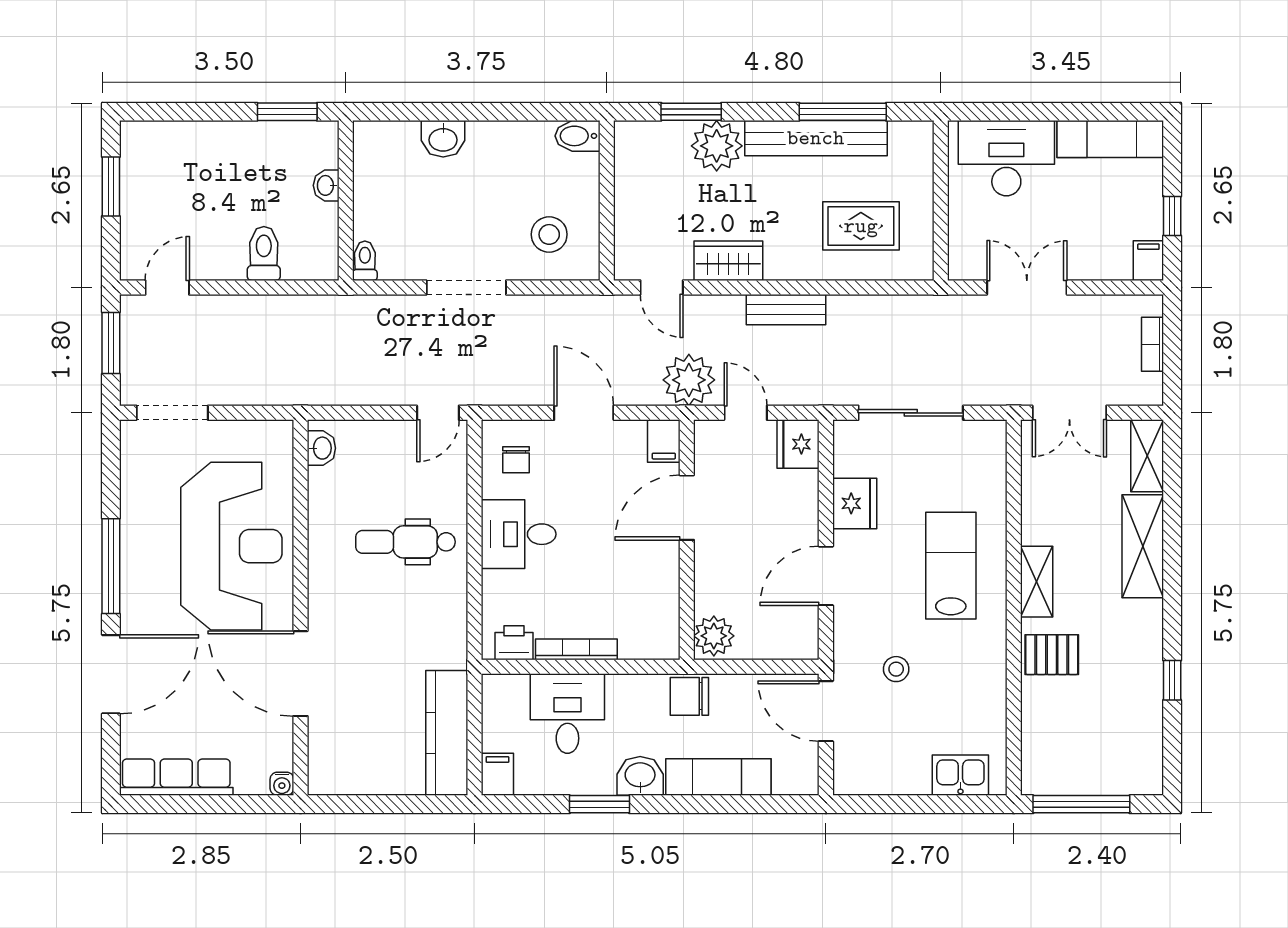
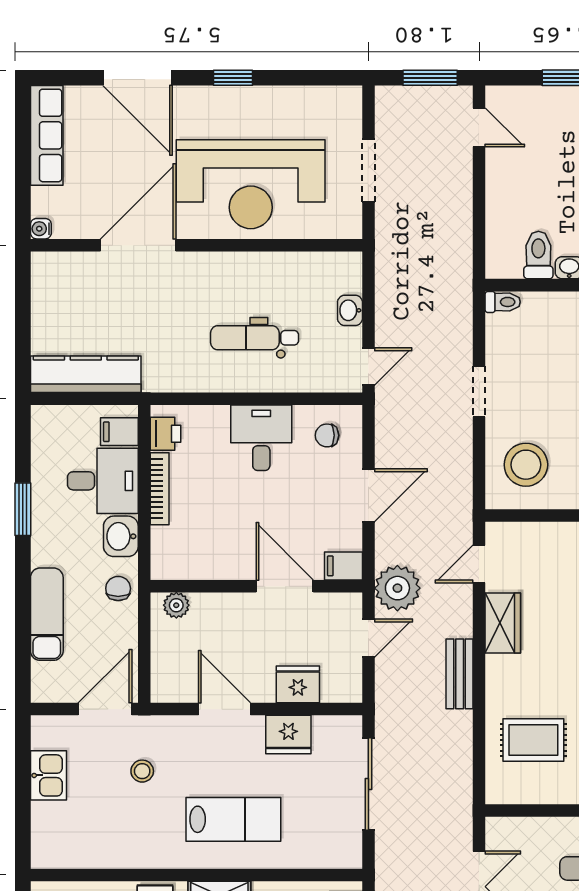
rug: (861, 226) -> (533, 740), turned 90
stool: (549, 234) -> (526, 465), width x1.38, depth x1.38
toilet: (264, 253) -> (538, 255), moved, turned -90
doorway: (466, 288) -> (479, 392), width x0.73
doorway: (172, 413) -> (368, 171), moved
door: (438, 413) -> (368, 367), swing flipped
fridge: (798, 444) -> (298, 684), moved
washbasin: (321, 448) -> (350, 310), moved, turned 90
dental chair: (405, 542) -> (254, 338), turned -90
window: (111, 566) -> (233, 78), width x0.46
plant: (714, 636) -> (176, 605), width x0.73, depth x0.73
chair: (689, 696) -> (118, 588), width x0.73, depth x0.73
filing cabinet: (497, 774) -> (119, 432), moved, turned 180
kitchen sink: (960, 775) -> (48, 775), moved
washbasin: (640, 776) -> (121, 536), moved, turned 180

